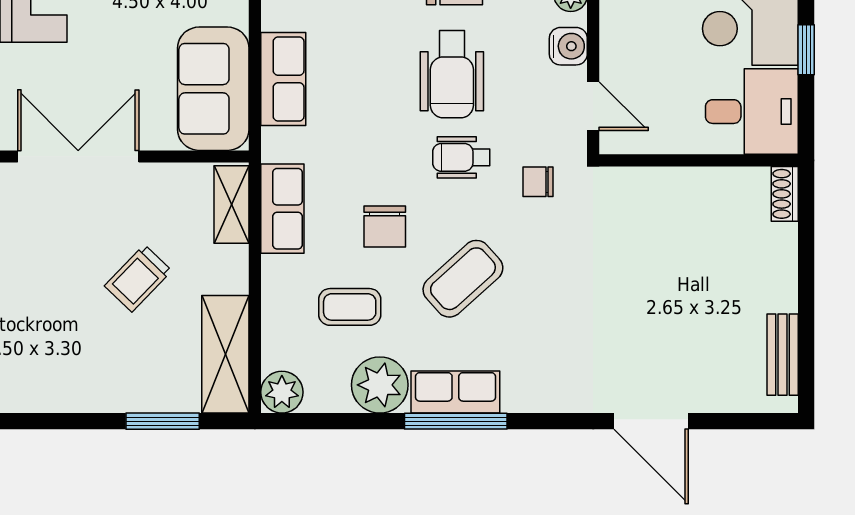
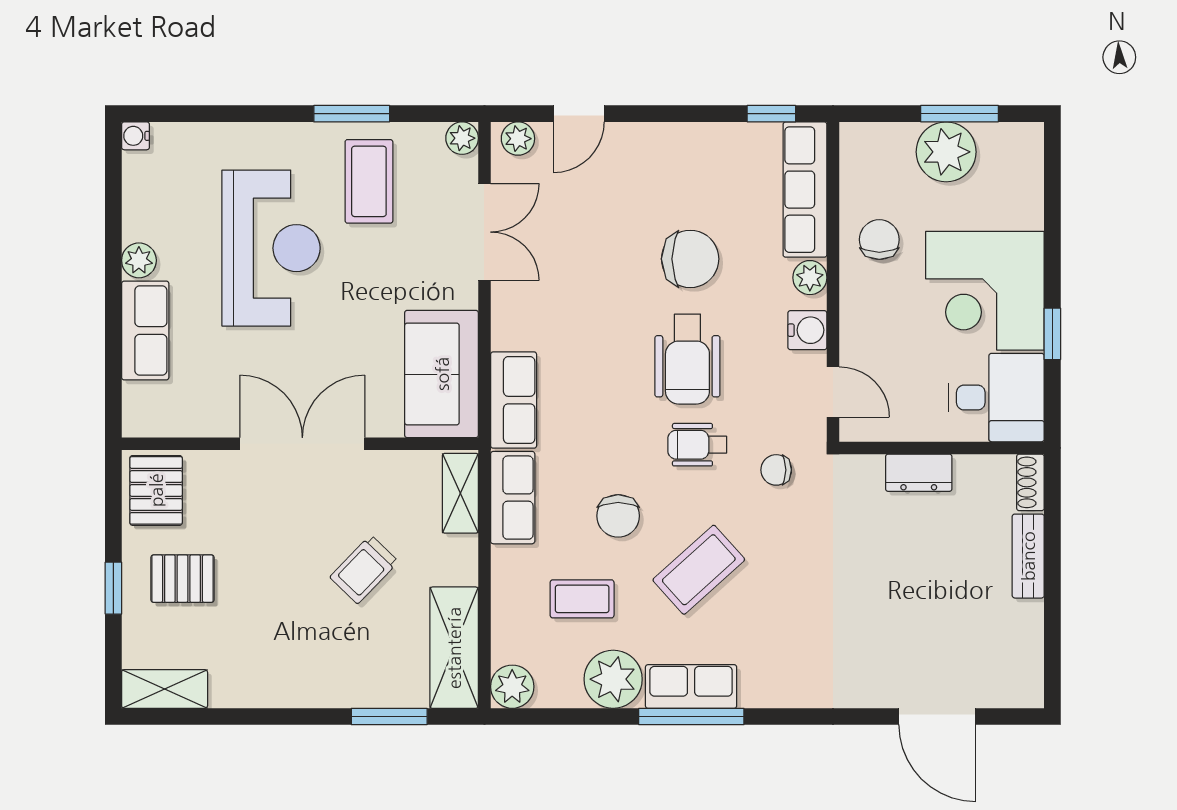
row of seats: (283, 79) -> (514, 400), moved
dresser: (676, 185) -> (919, 473), added
bench: (783, 355) -> (1028, 556), moved
door: (651, 421) -> (937, 717), moved

